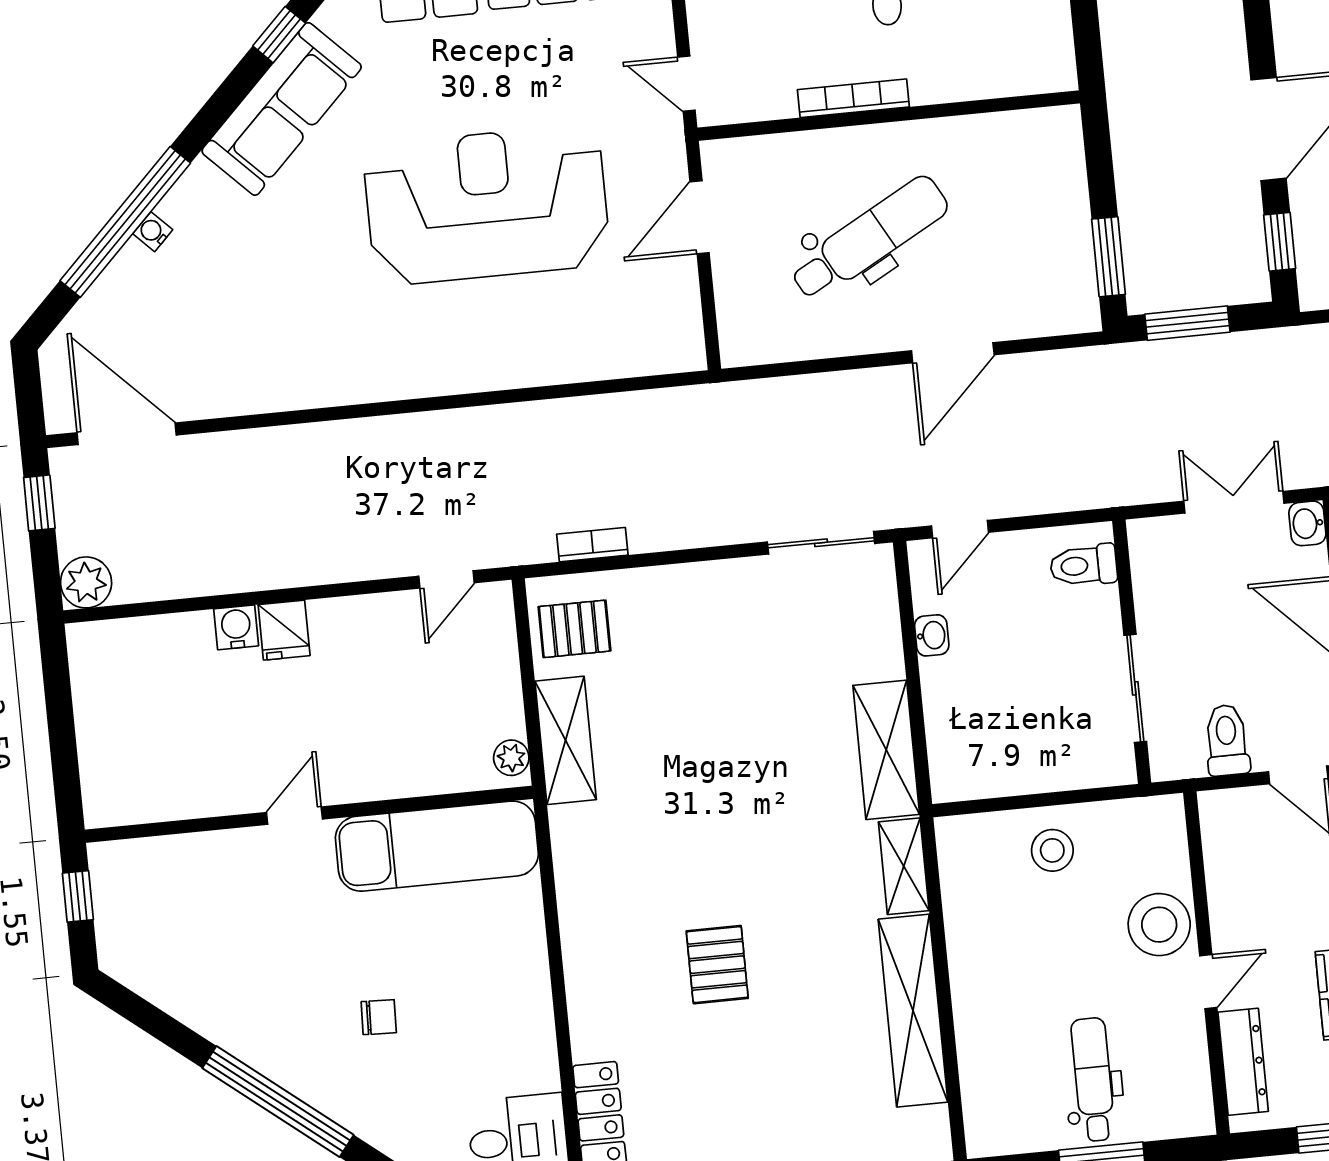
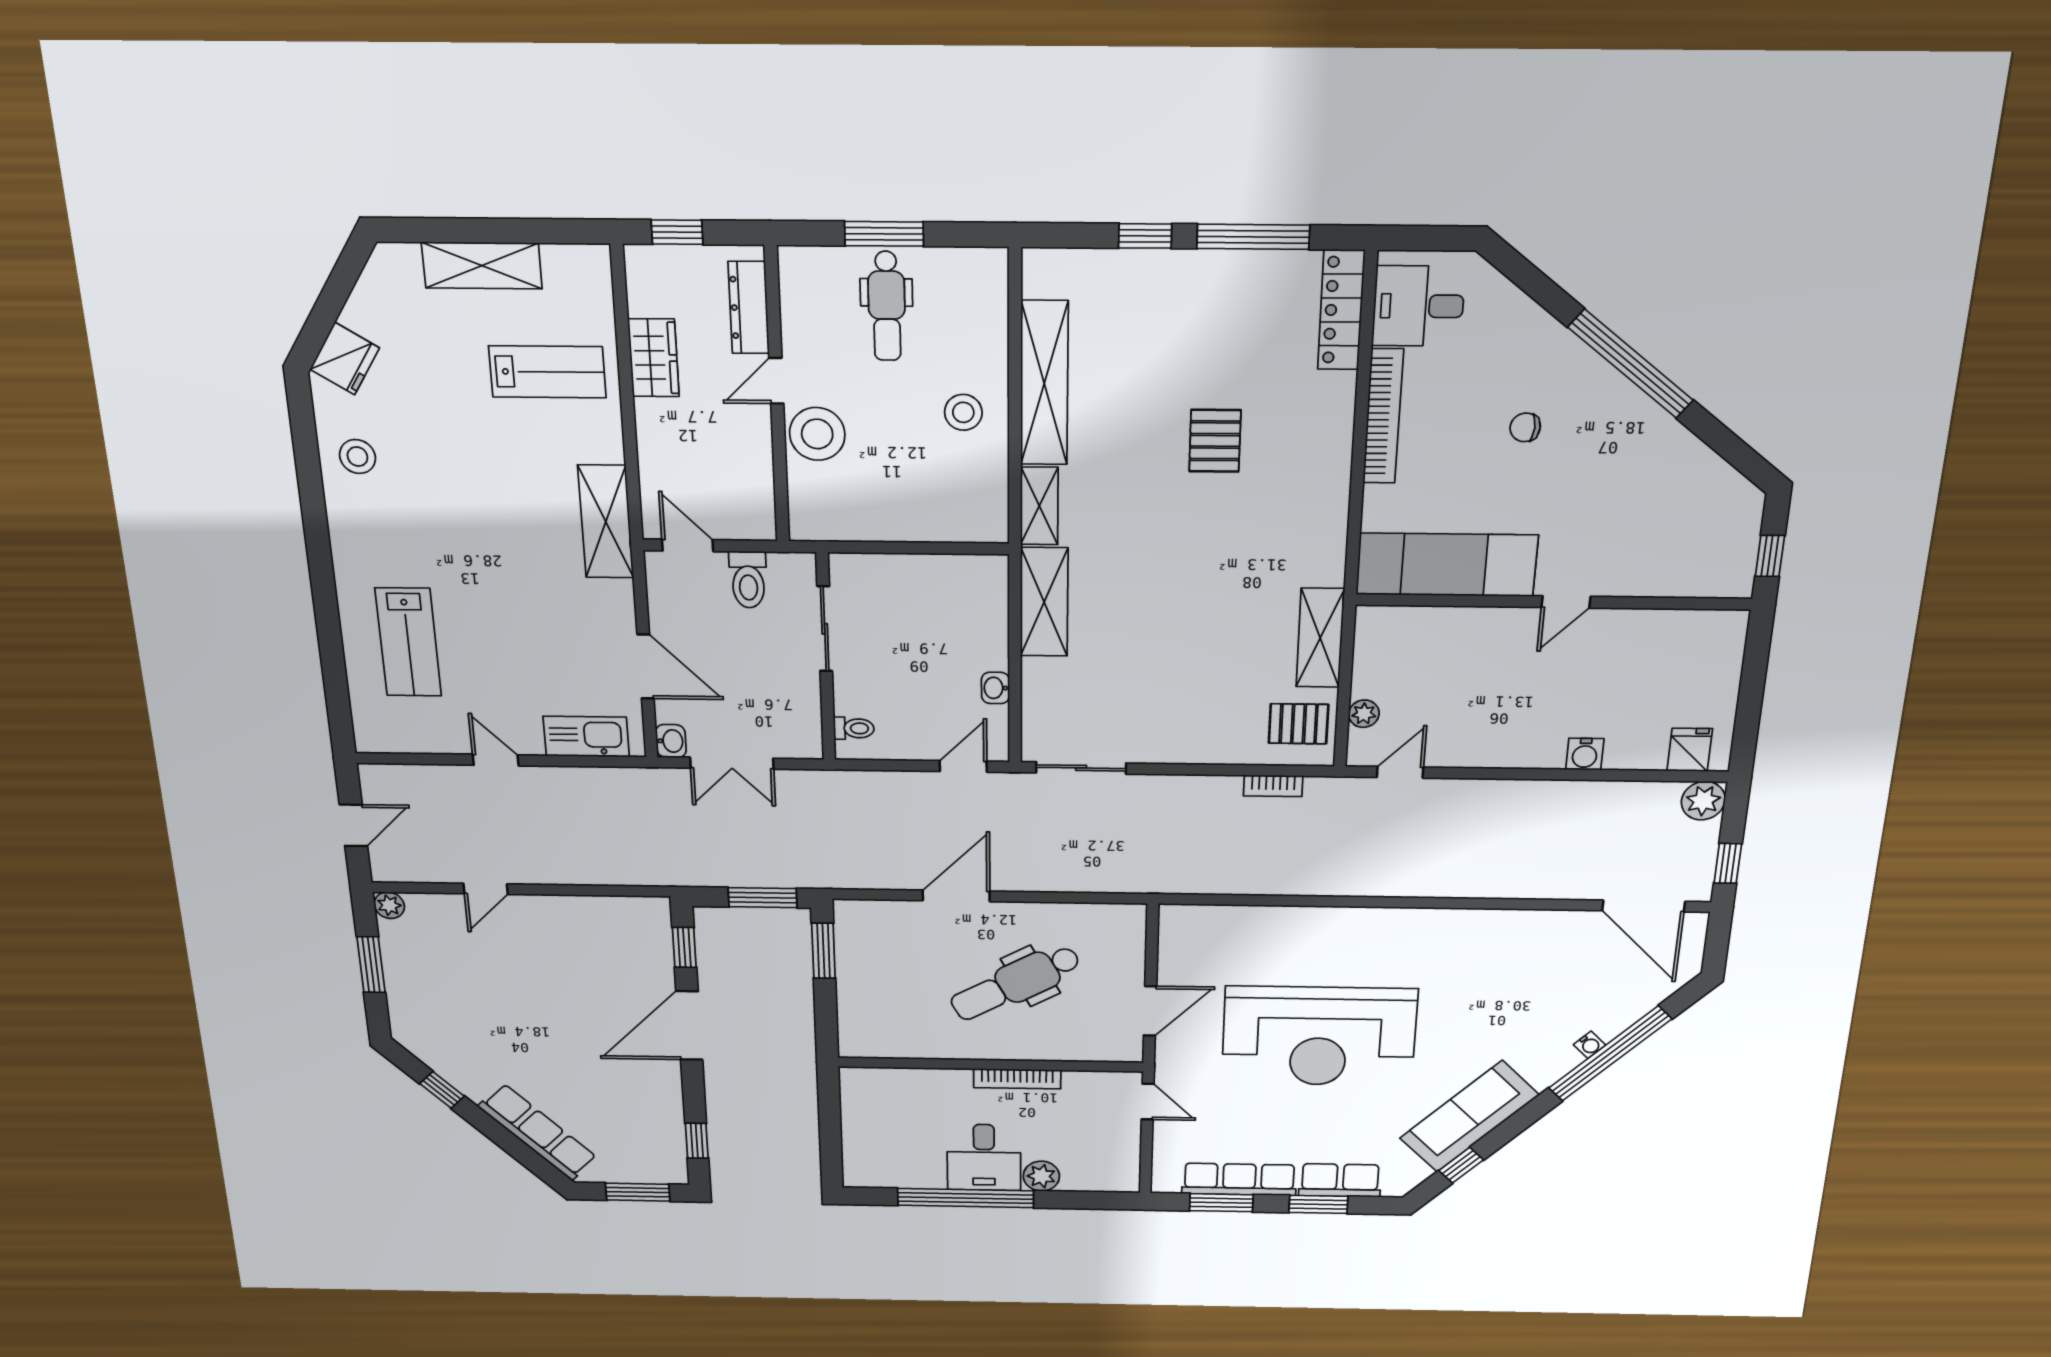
toilet: (1084, 565) -> (854, 728), width x0.73, depth x0.72
fridge: (284, 630) -> (1690, 750), moved
plant: (511, 758) -> (1364, 714), moved
stool: (1052, 850) -> (963, 412), moved
bookcase: (536, 1013) -> (1383, 416), added

